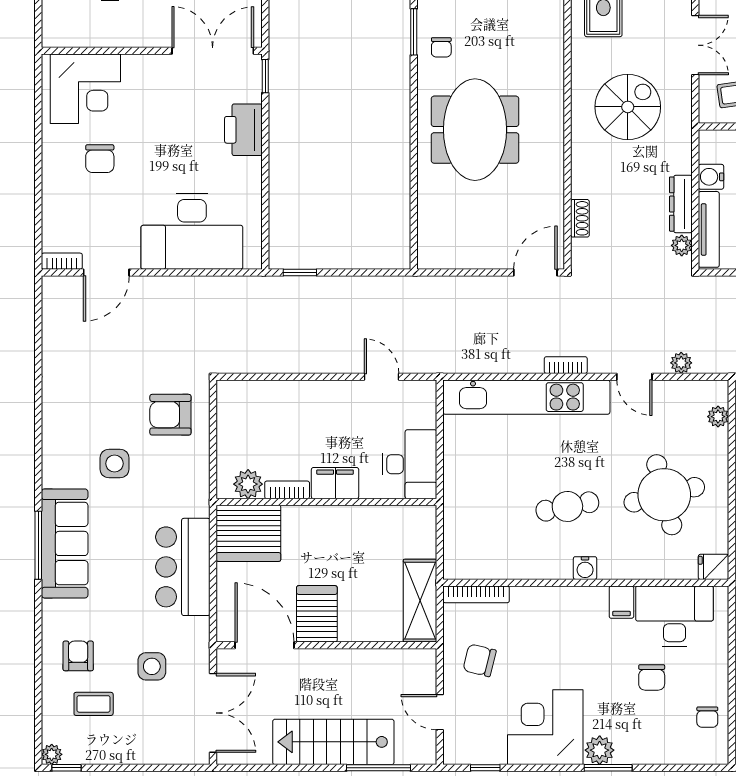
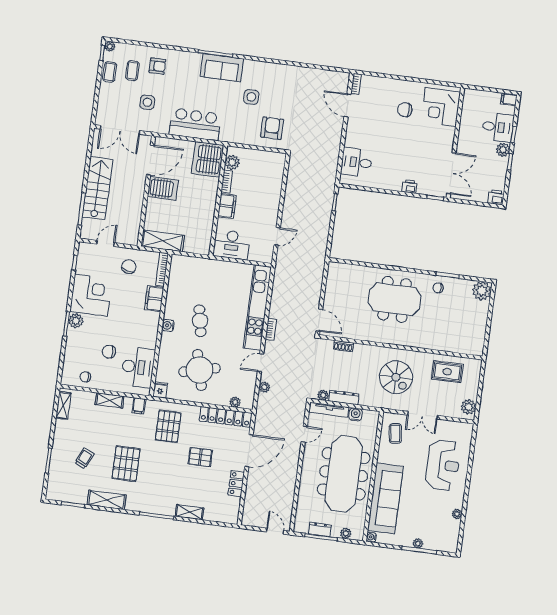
printer: (243, 130) -> (409, 186), width x0.53, depth x0.68
desk: (192, 231) -> (356, 162), width x0.53, depth x0.77
sofa: (65, 543) -> (222, 68), width x0.73
filing cabinet: (621, 602) -> (154, 299), moved, width x2.00
coffee table: (102, 748) -> (110, 72), added

